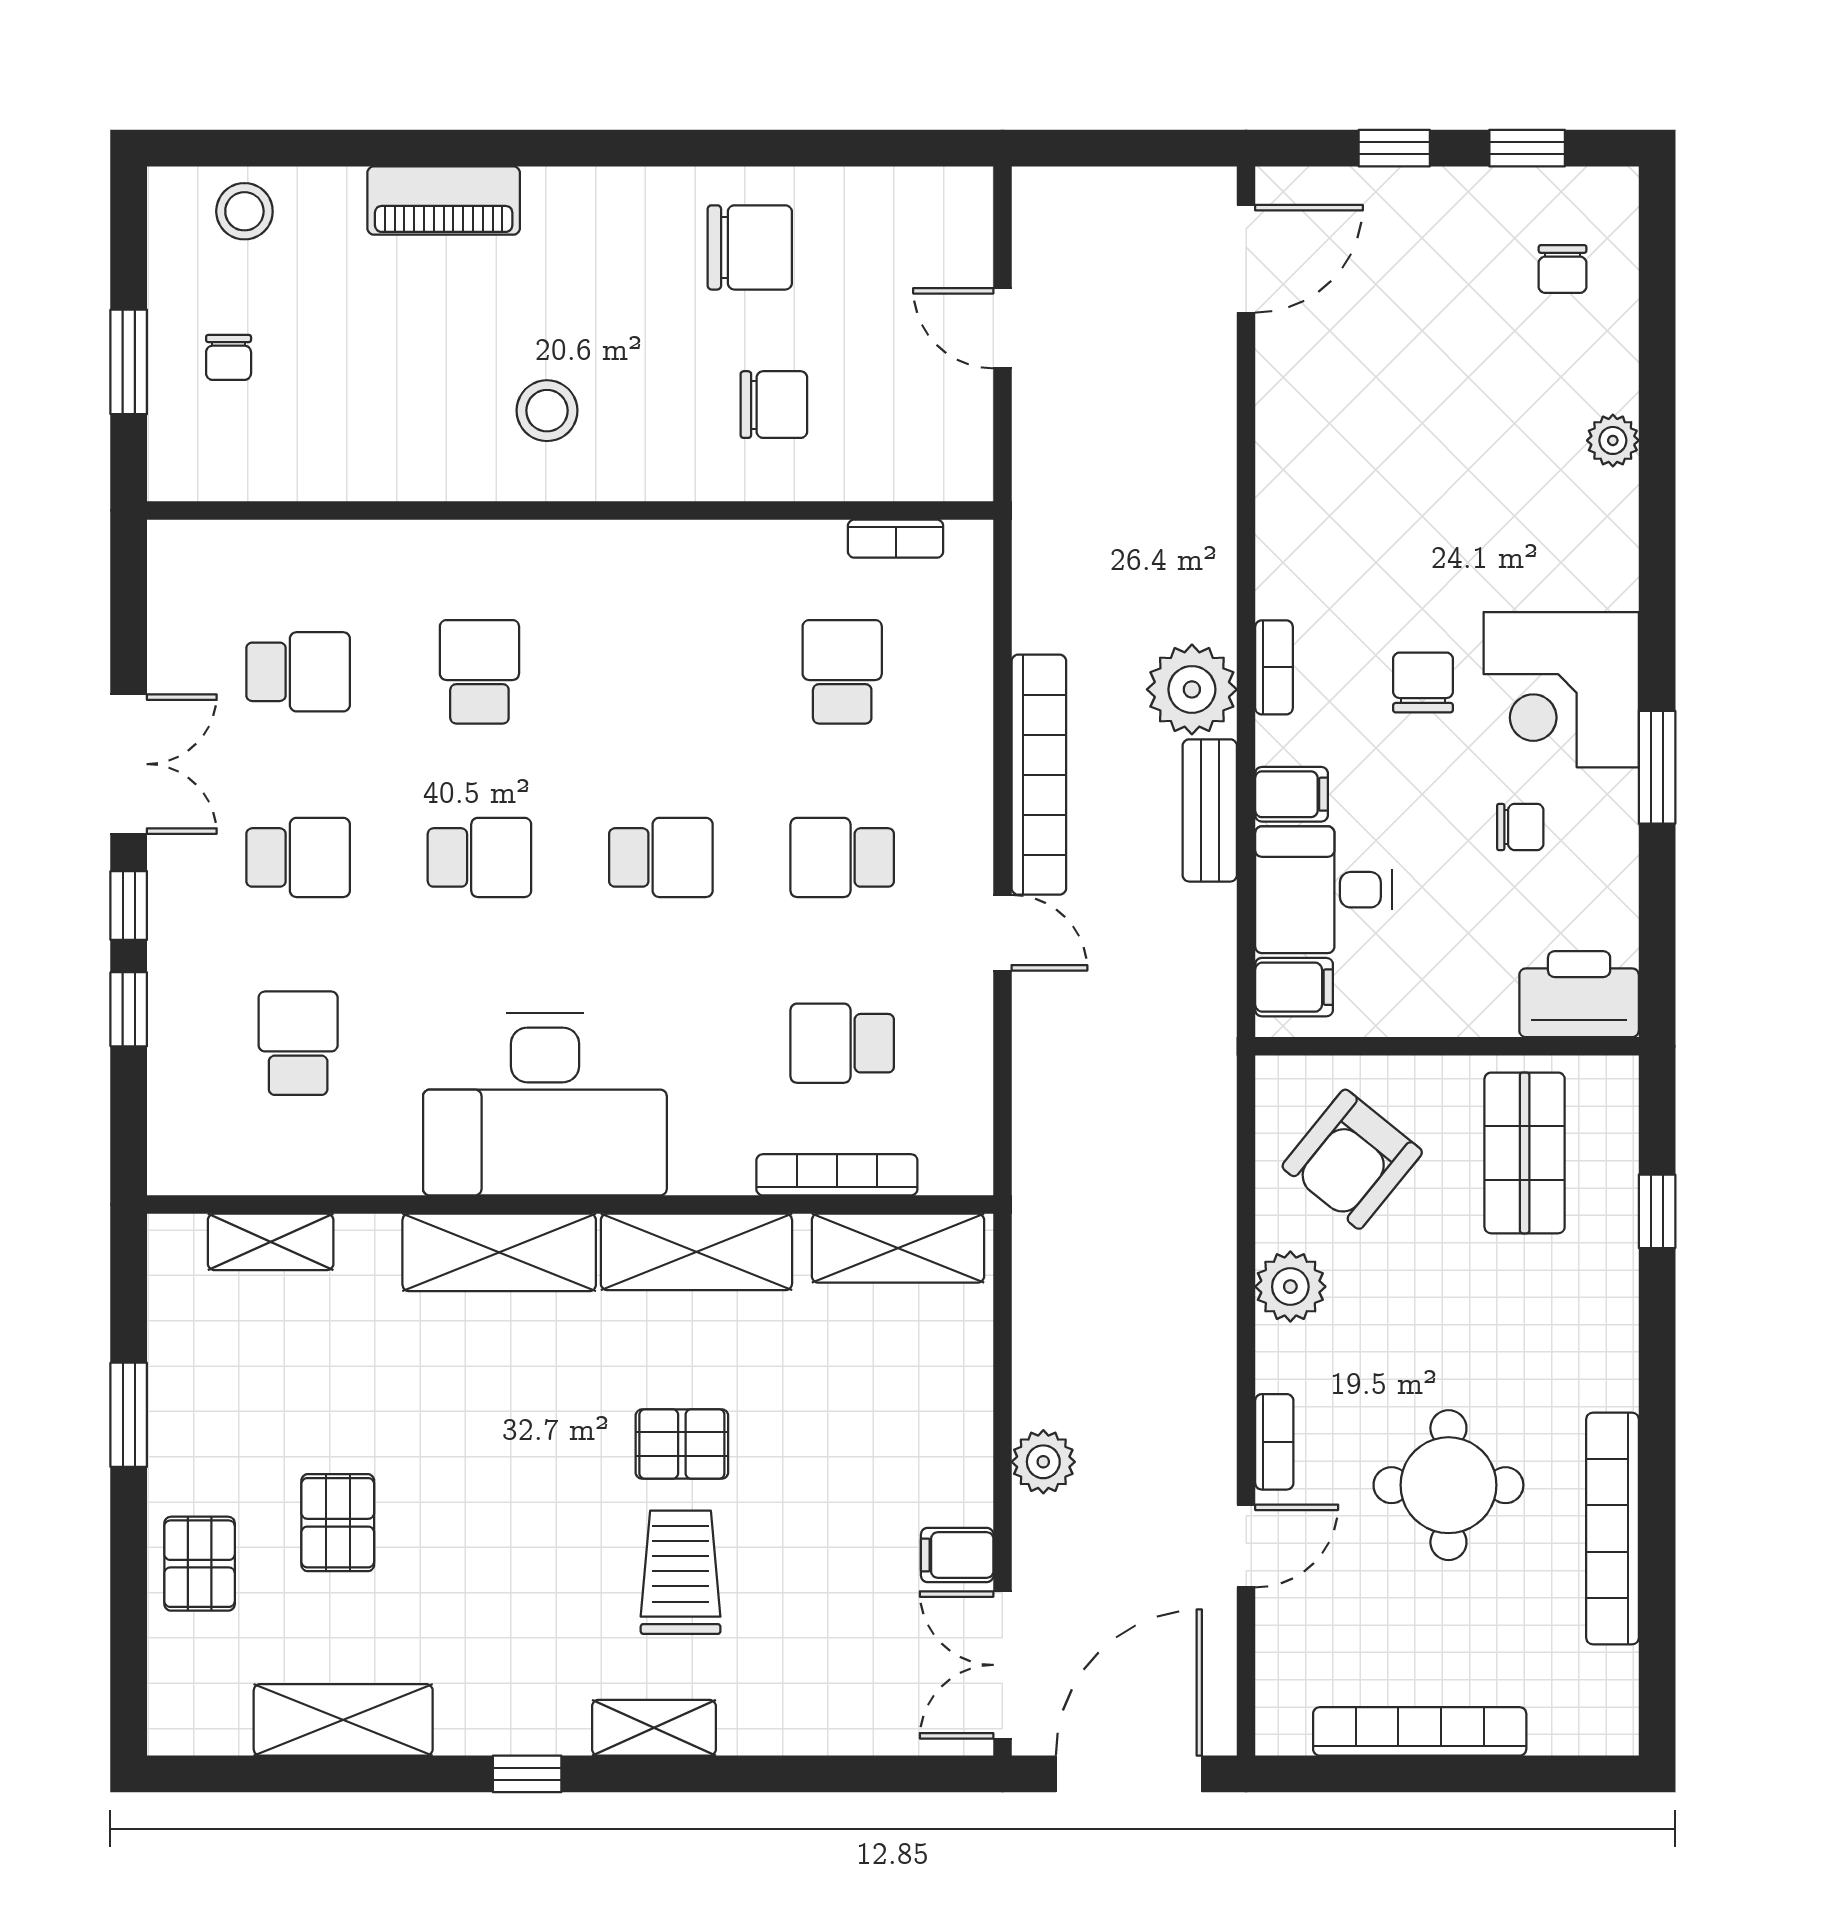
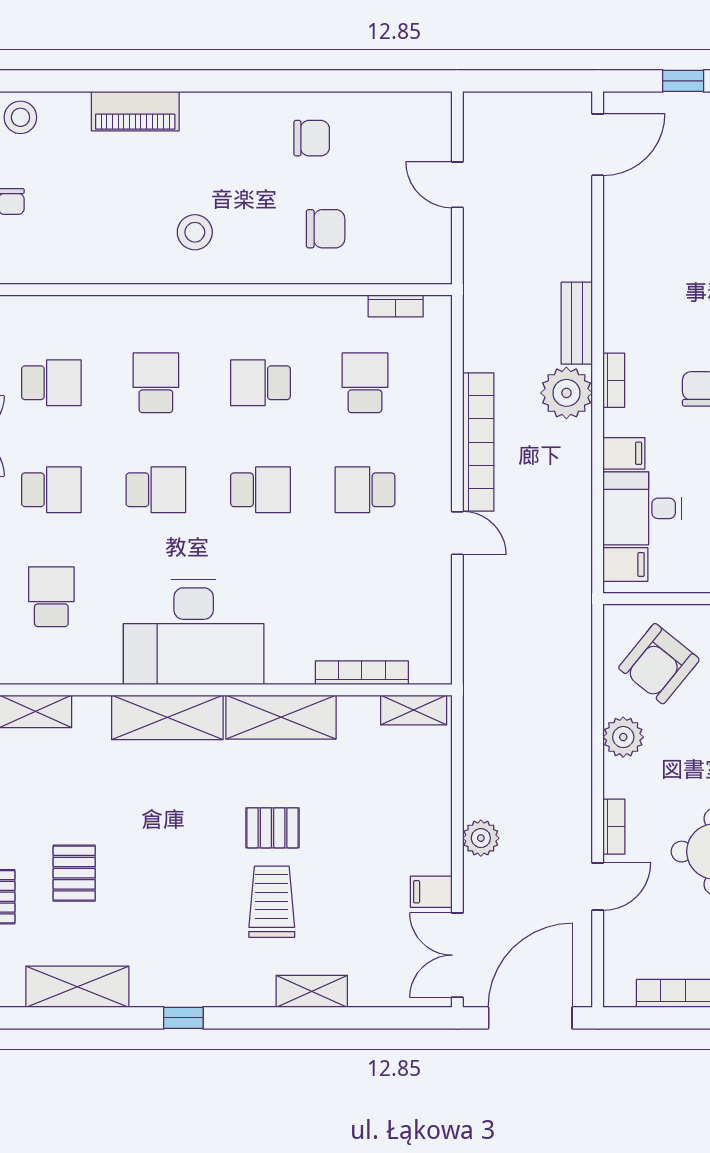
chair: (750, 247) -> (312, 138), width x0.73, depth x0.73
bench: (1210, 810) -> (577, 323), moved
school desk: (842, 1043) -> (260, 383), moved
shelving: (898, 1248) -> (414, 710), width x0.67, depth x0.75
shelving: (654, 1728) -> (312, 991), moved

